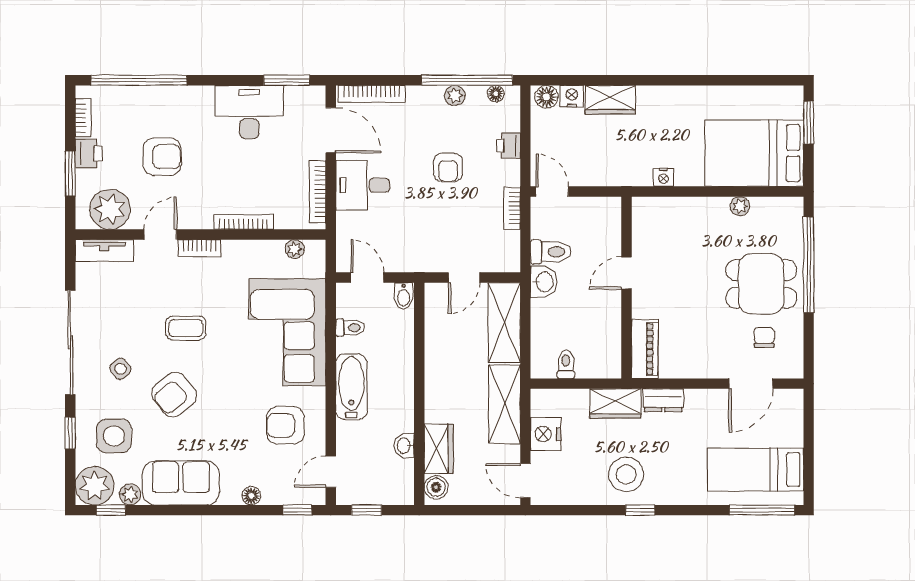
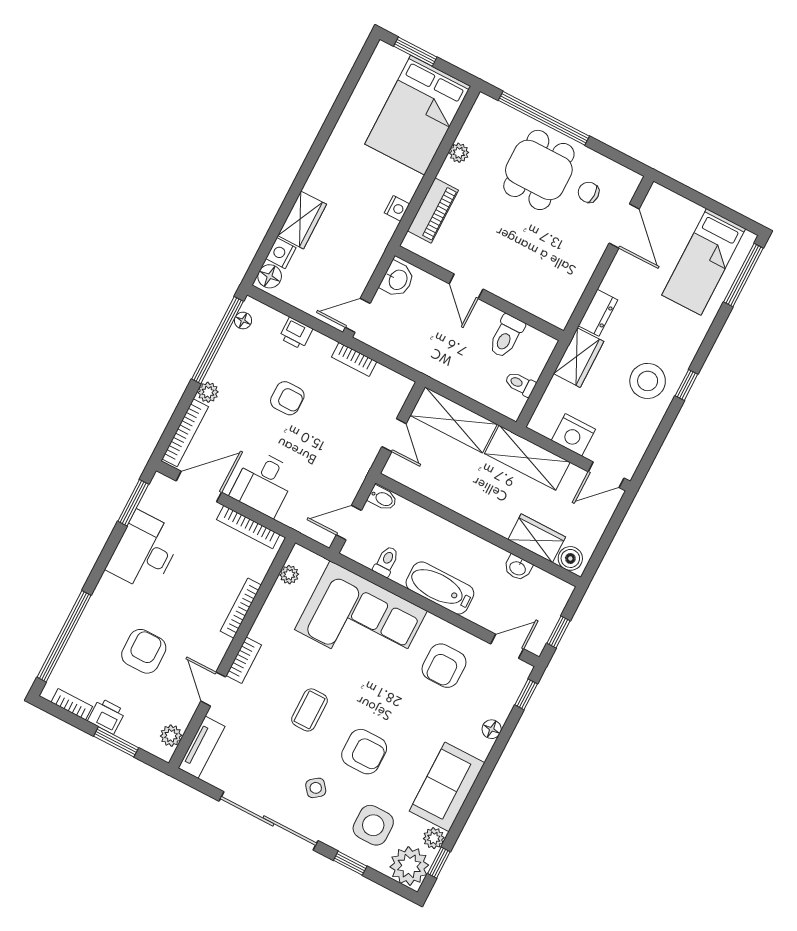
plant: (455, 96) -> (208, 392), moved
plant: (110, 209) -> (171, 736), width x0.53, depth x0.53
toilet: (551, 252) -> (506, 336), moved, turned 180
washbasin: (544, 282) -> (397, 279), moved, turned 90
piano: (645, 349) -> (433, 210), moved, turned 90
armchair: (174, 395) -> (364, 752), turned -51
door: (331, 472) -> (507, 646), swing flipped

